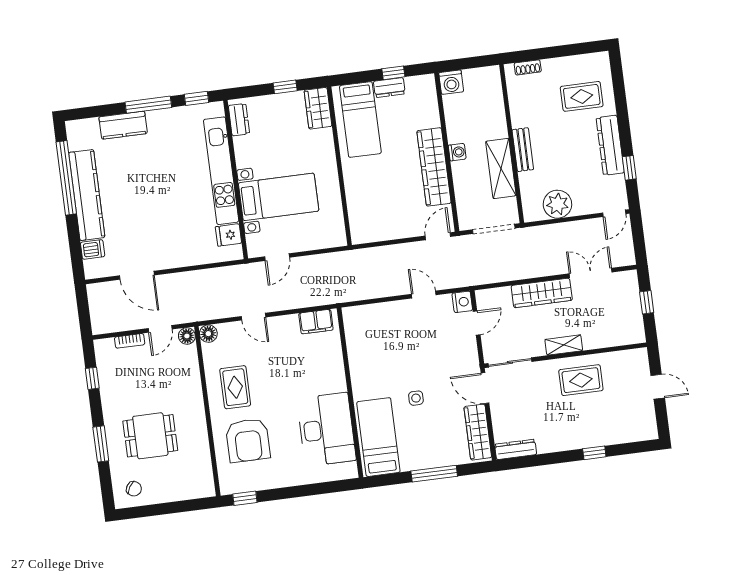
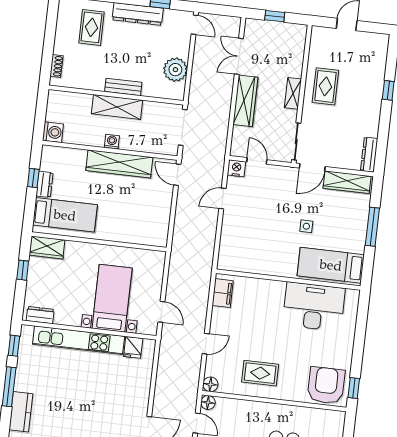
shelving: (501, 168) -> (117, 107), moved
armchair: (248, 440) -> (326, 385), moved, turned -90

